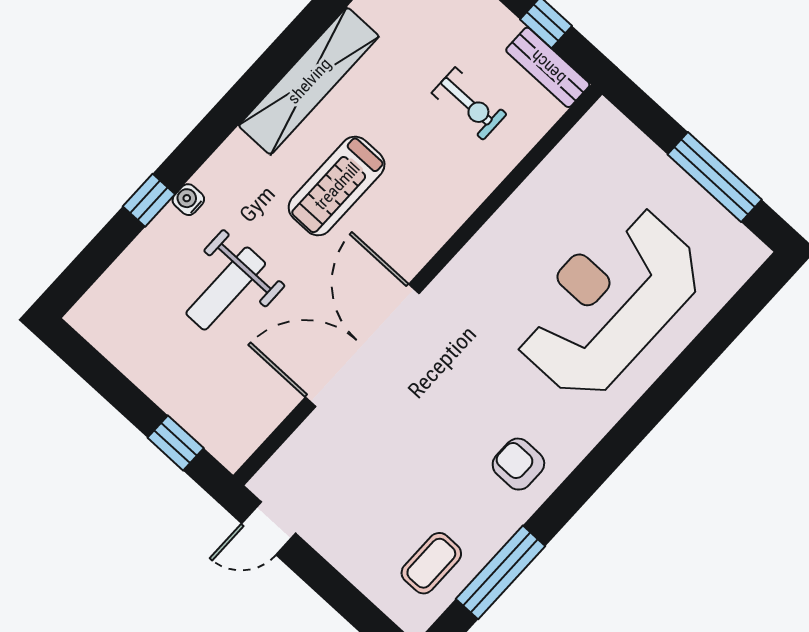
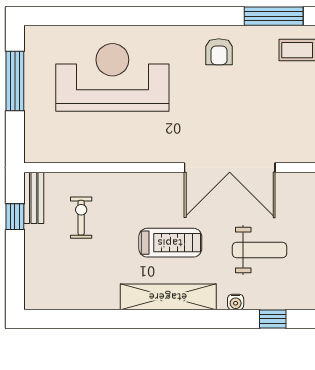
shelving: (309, 81) -> (168, 297), moved
window: (149, 200) -> (273, 319), moved
reception desk: (608, 302) -> (112, 77), turned 180

